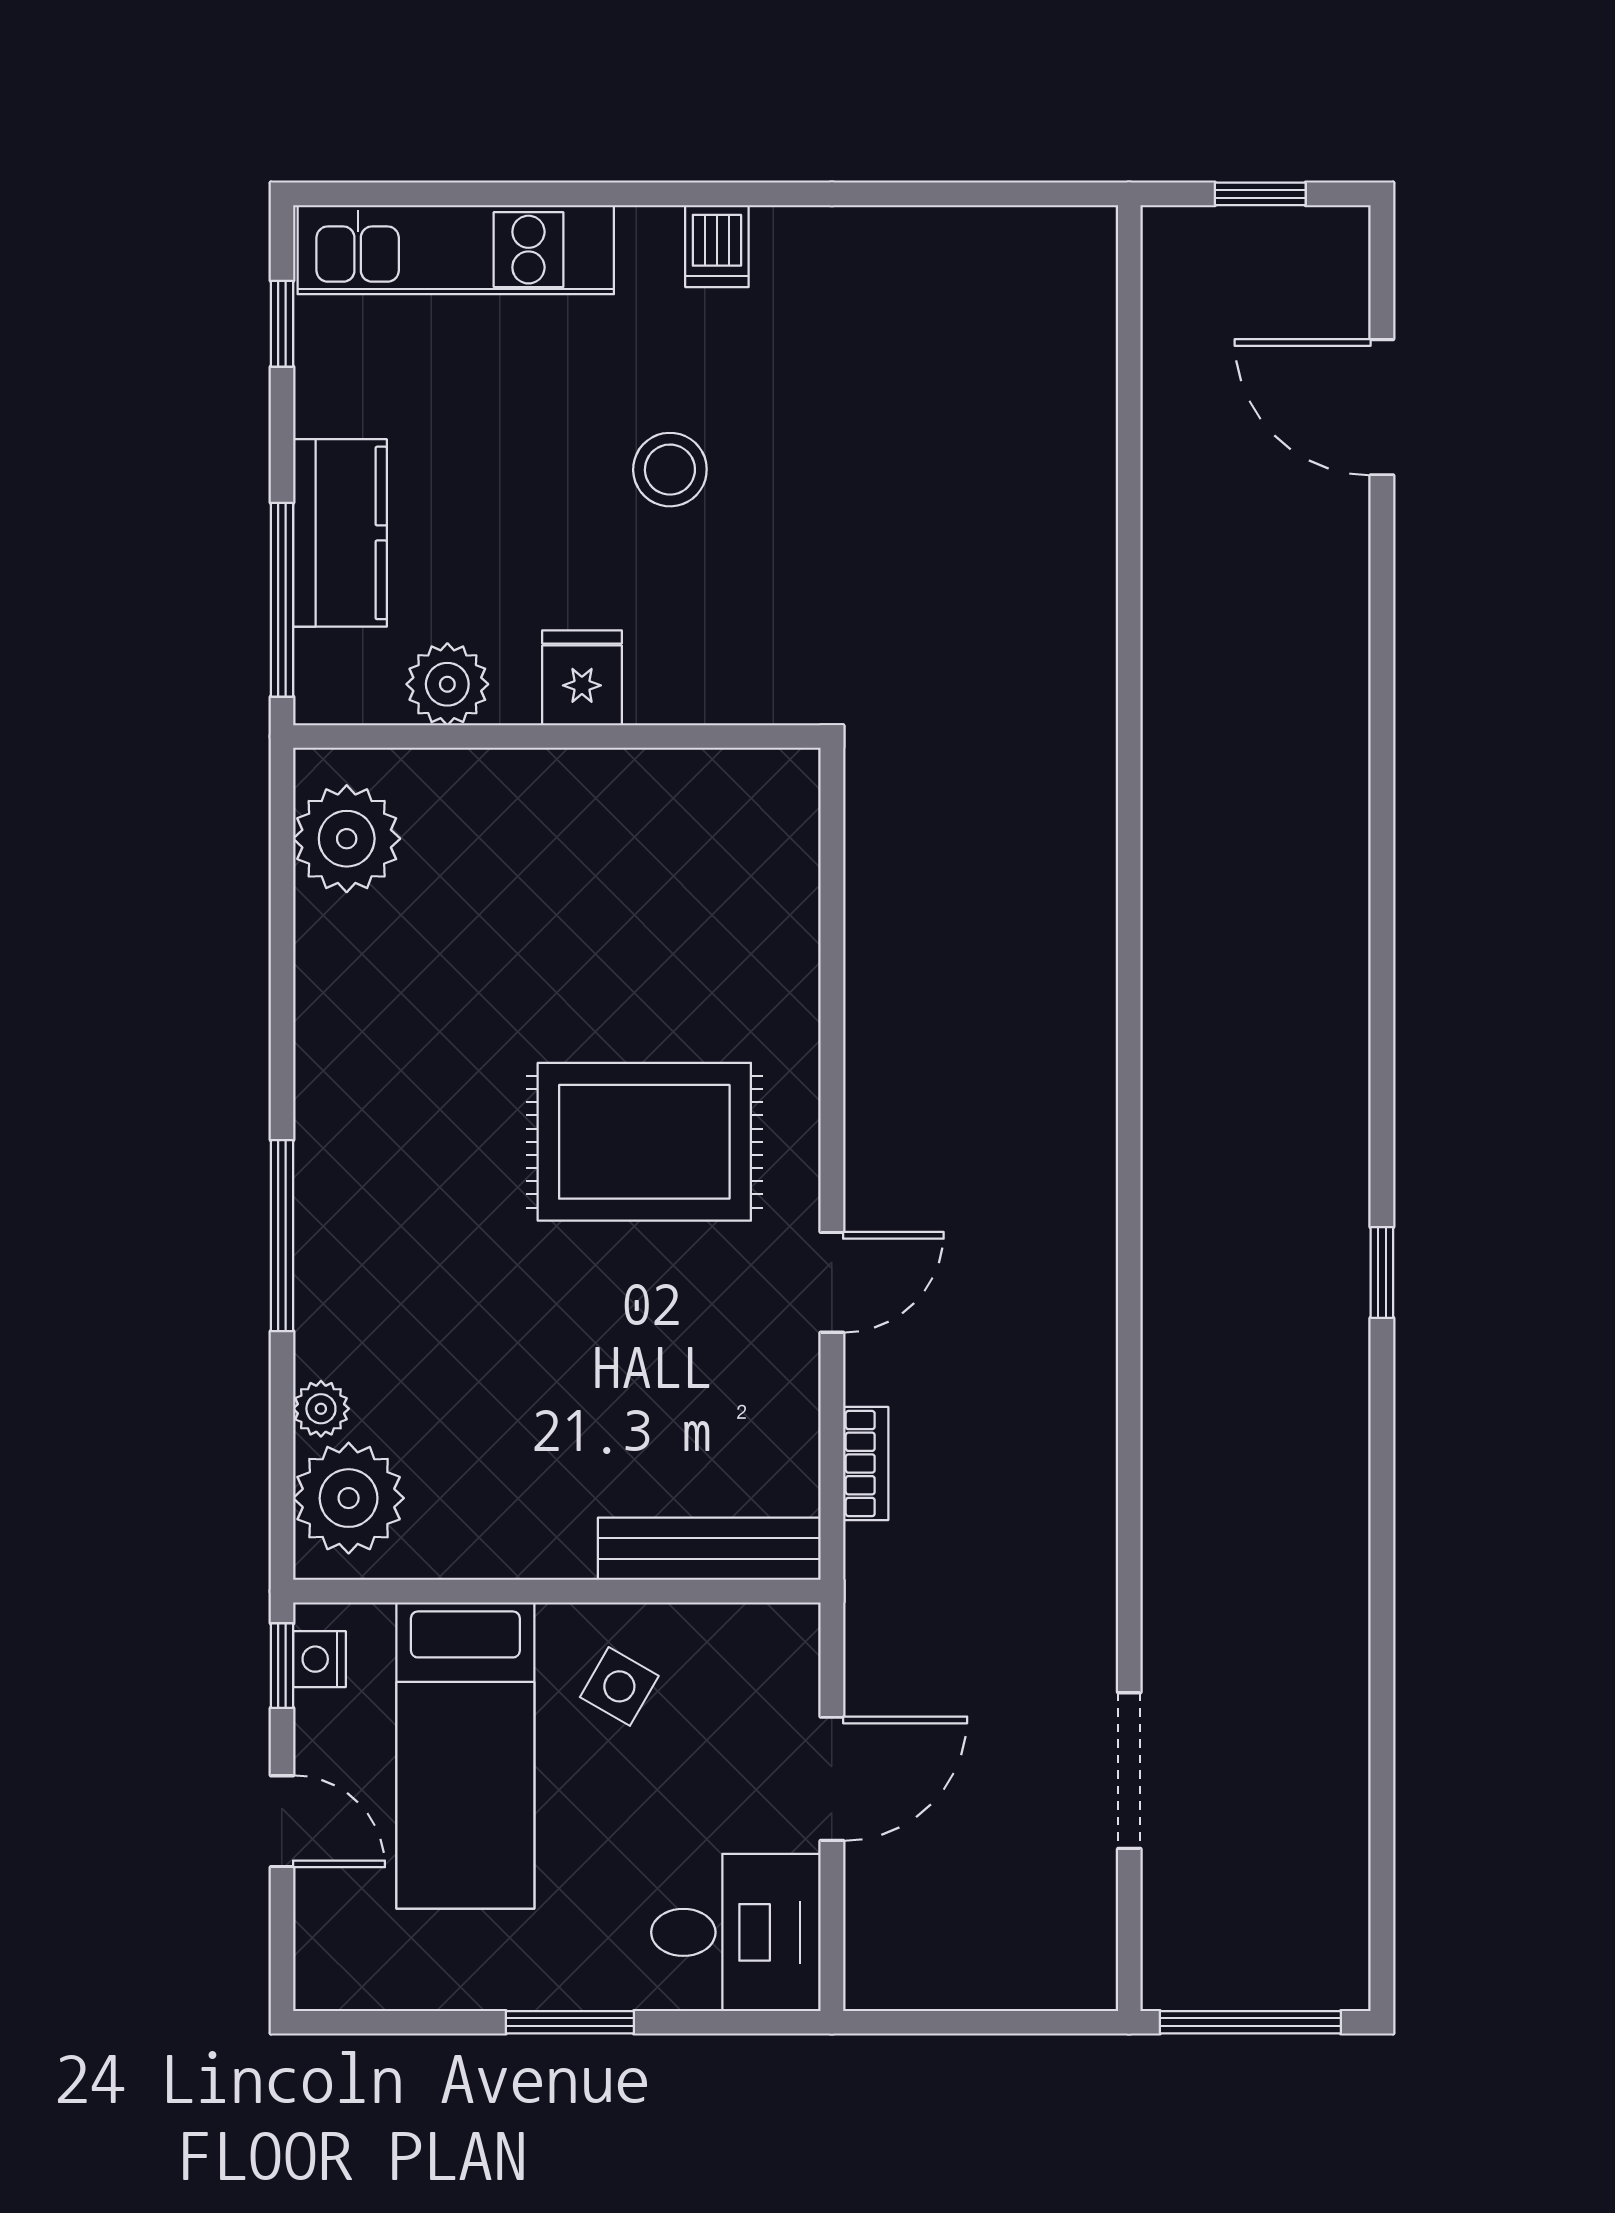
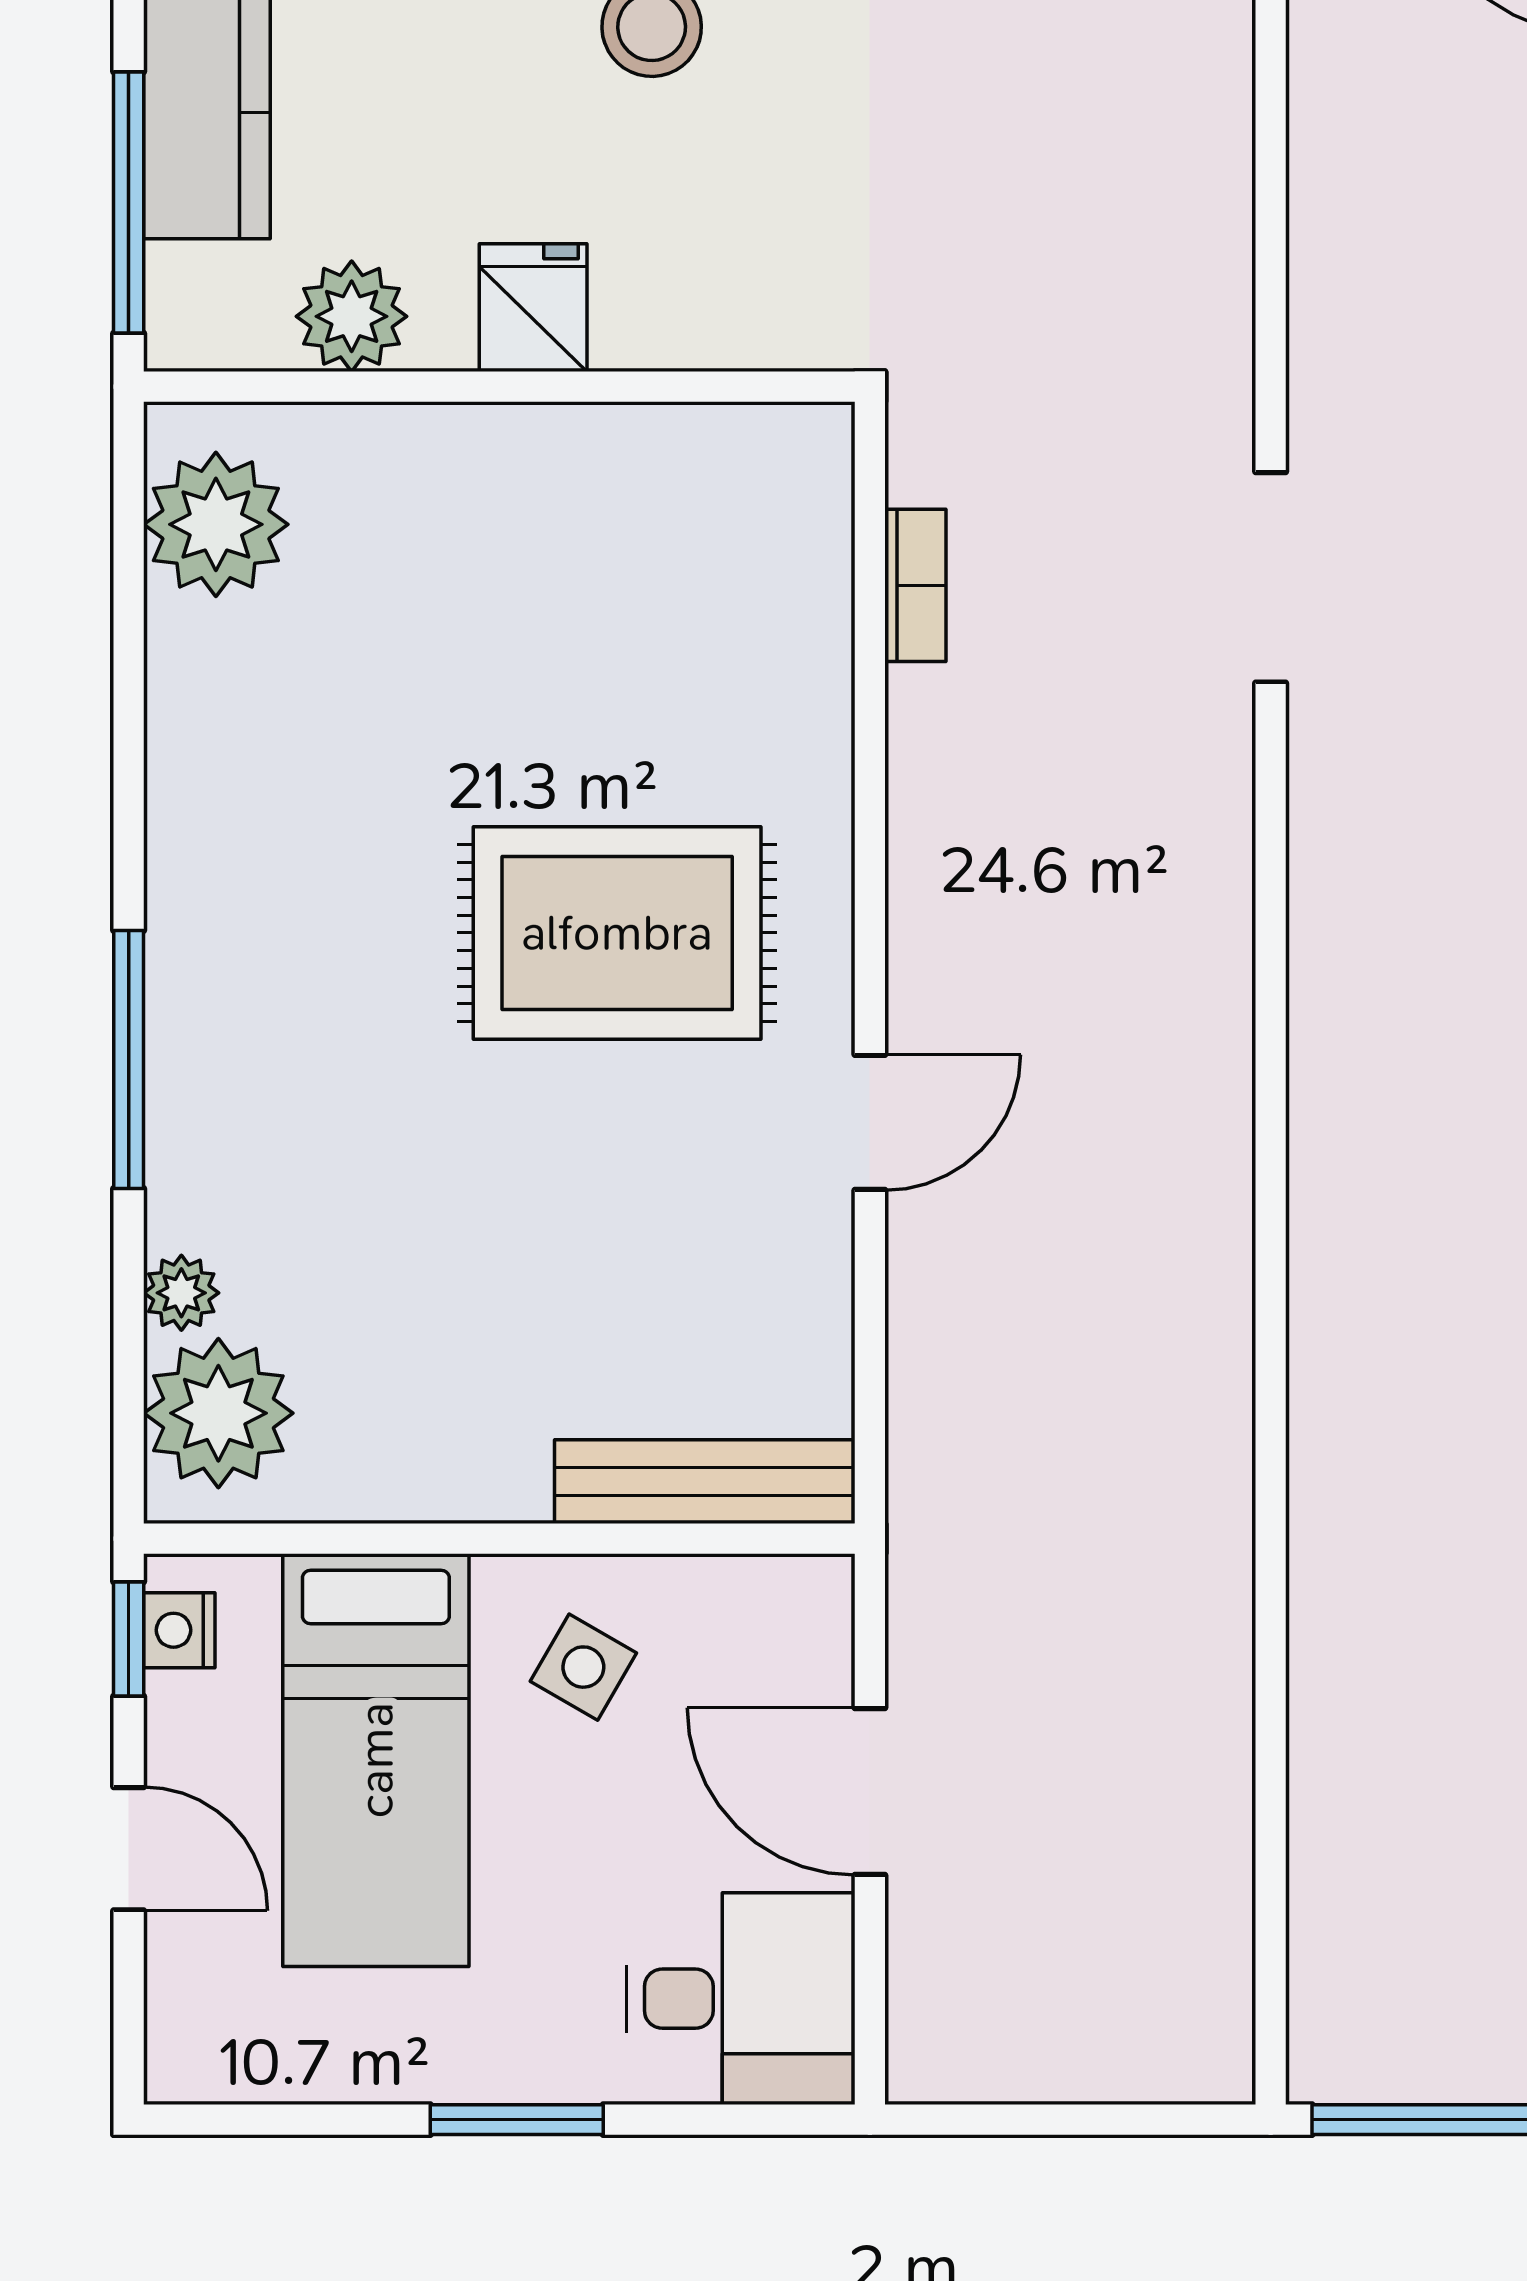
bookcase: (866, 1464) -> (915, 585), moved
doorway: (1129, 1771) -> (1271, 577), moved
door: (832, 1779) -> (870, 1791), swing flipped

